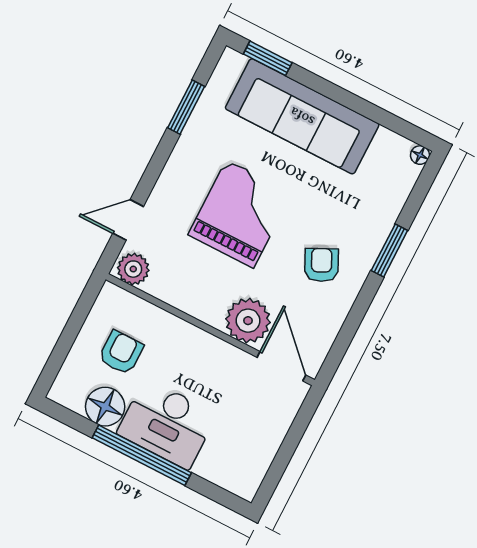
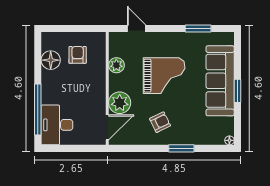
window: (268, 58) -> (237, 91), moved
plant: (133, 269) -> (116, 65), moved
armchair: (121, 352) -> (78, 55), turned -90
desk: (167, 424) -> (57, 125), moved
window: (142, 455) -> (38, 110), moved

